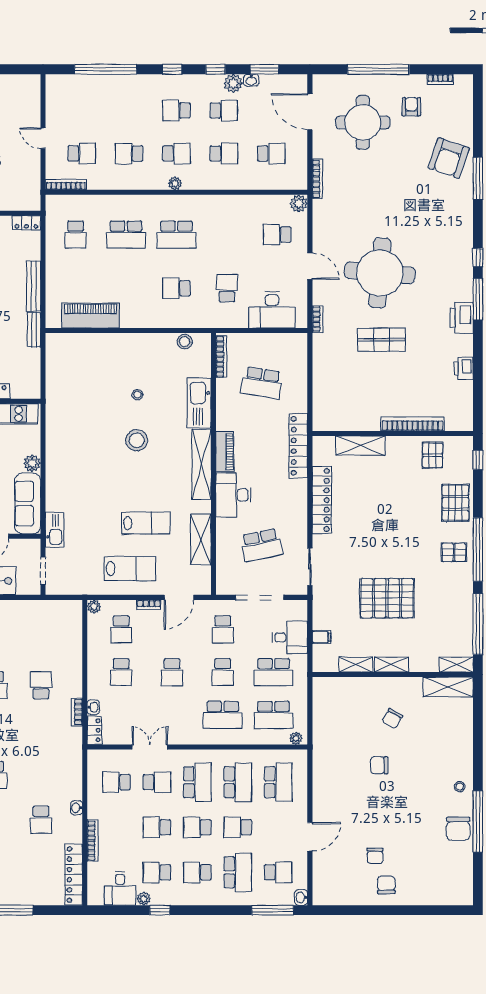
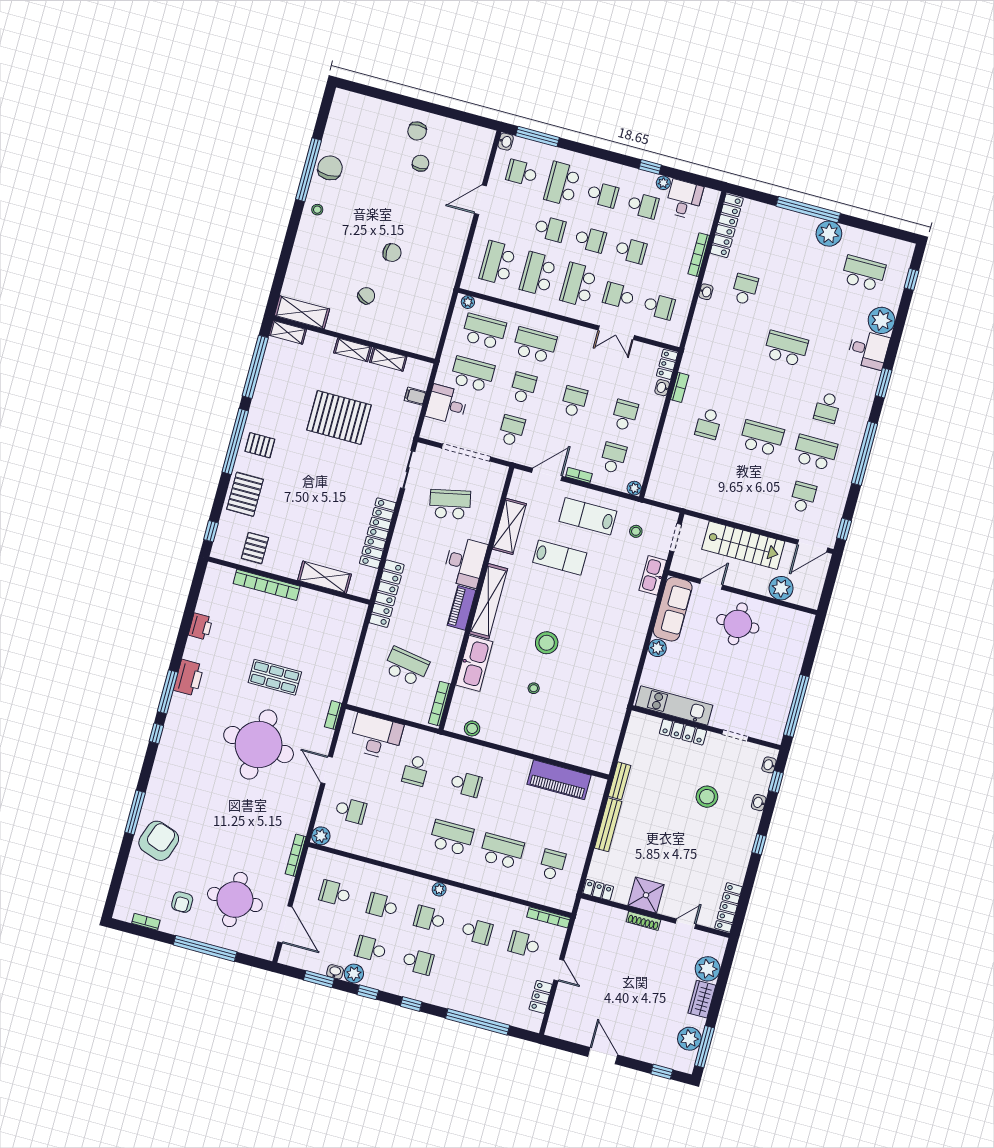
locker: (53, 109) -> (541, 997), added
lab bench: (146, 523) -> (560, 558), turned 180
stool: (82, 567) -> (636, 531), added

